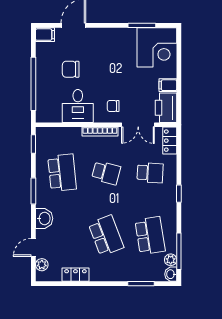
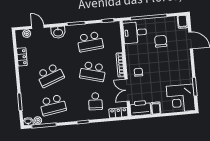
desk: (78, 106) -> (135, 33), moved
school desk: (106, 173) -> (93, 72), width x1.85

